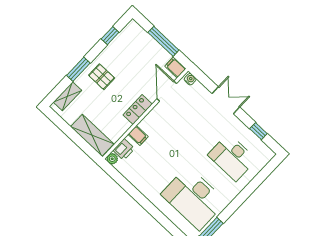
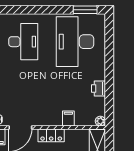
printer: (124, 149) -> (98, 89), moved, turned -90
desk: (194, 198) -> (75, 42), turned 180

